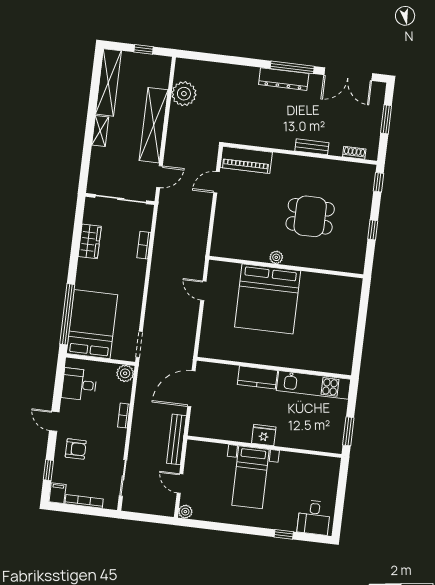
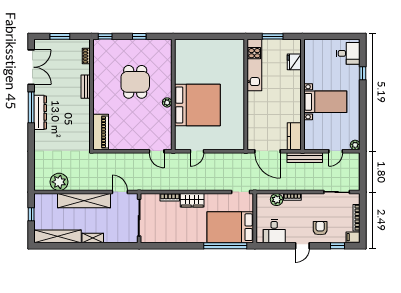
door: (216, 182) -> (157, 151), moved
wardrobe: (90, 241) -> (192, 200), moved, turned 180
plant: (125, 373) -> (277, 200), moved
kitchen counter: (257, 377) -> (294, 136), moved, turned 180
window: (348, 431) -> (273, 36), moved
fridge: (264, 435) -> (294, 62), moved

